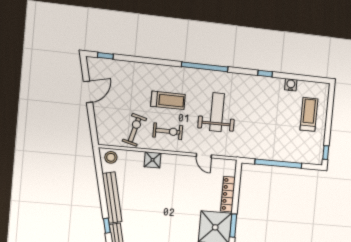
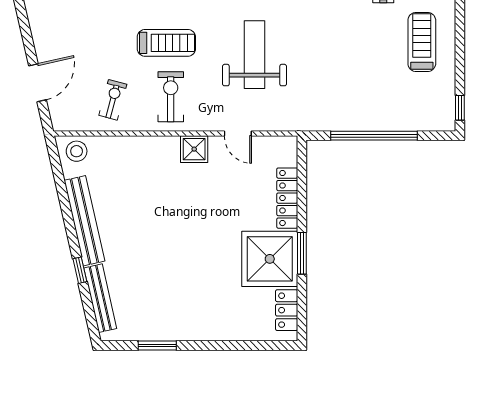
door: (88, 92) -> (37, 83), moved
exercise bike: (134, 130) -> (113, 100), width x0.73, depth x0.72
exercise bike: (168, 131) -> (171, 97), turned -90
shower: (153, 160) -> (194, 149), moved

